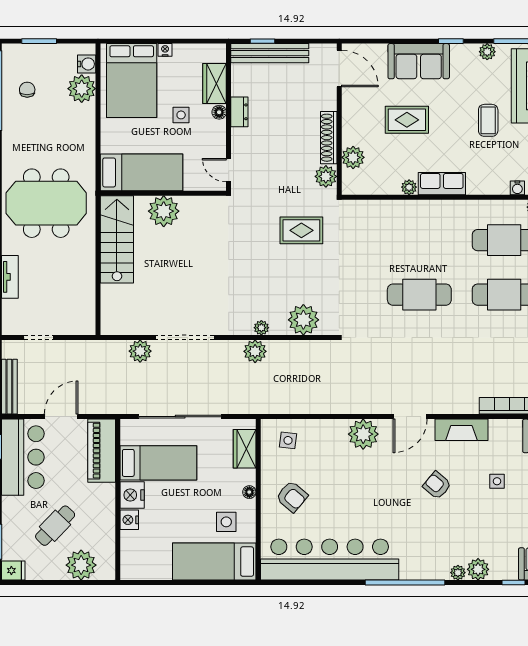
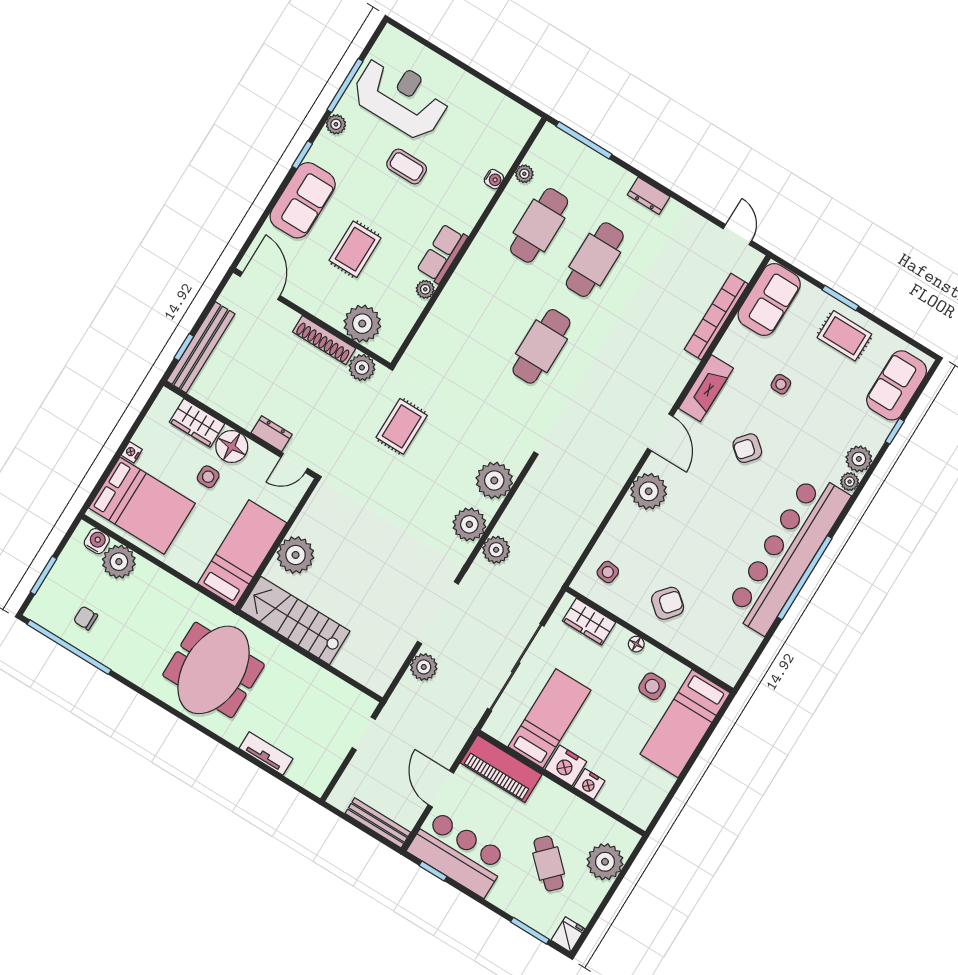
door: (339, 69) -> (260, 286), hinge flipped
floor lamp: (219, 112) -> (232, 446), width x1.89, depth x1.89
dresser: (239, 112) -> (272, 434), moved
plant: (353, 157) -> (362, 324), width x1.36, depth x1.36
plant: (261, 328) -> (469, 524), width x1.88, depth x1.88
doorway: (39, 338) -> (364, 733), moved
bar counter: (330, 560) -> (787, 553), moved
window: (405, 583) -> (805, 578), moved

